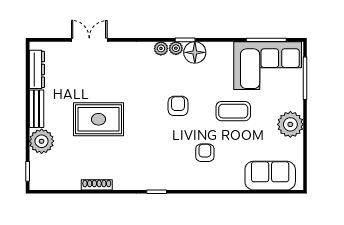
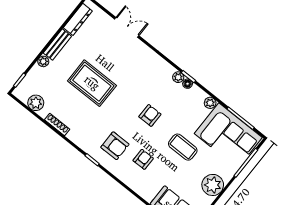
plant: (161, 48) -> (210, 103), moved
floor lamp: (195, 52) -> (188, 84), width x0.53, depth x0.53
plant: (42, 141) -> (43, 61), width x0.53, depth x0.53
armchair: (168, 161) -> (115, 146), added
plant: (60, 181) -> (36, 103), added

